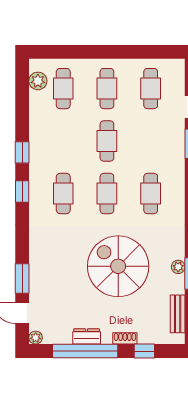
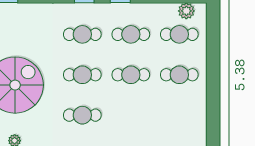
cafe table: (151, 89) -> (131, 34), moved

